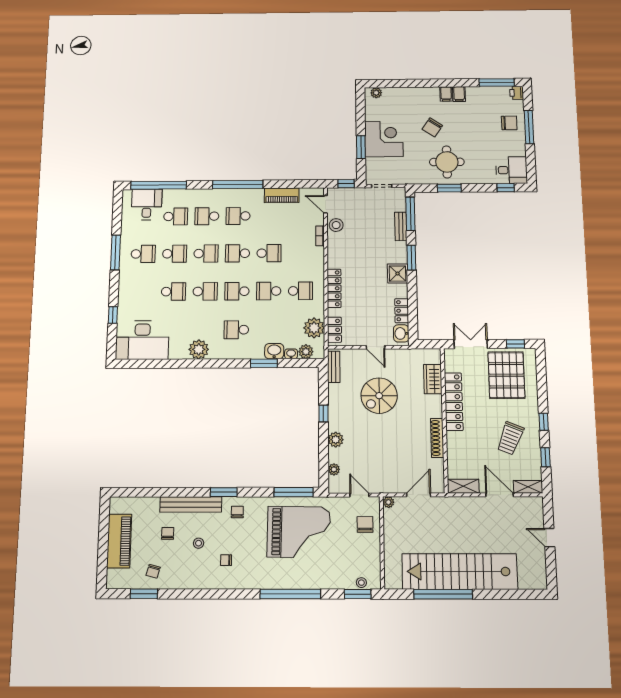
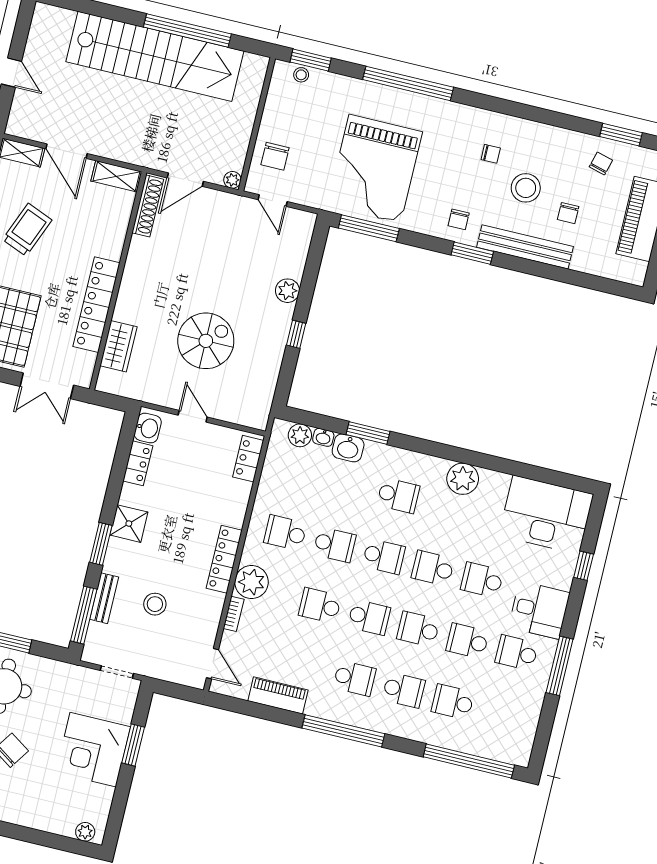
window: (346, 184) -> (172, 690), removed
desk: (147, 204) -> (539, 610), moved, turned -90
stool: (336, 225) -> (155, 604), moved
locker: (334, 288) -> (224, 559), moved
plant: (314, 328) -> (251, 582), moved
bench: (334, 367) -> (263, 402), removed
shoe rack: (437, 438) -> (148, 206), moved
plant: (334, 469) -> (301, 247), removed
grand piano: (299, 532) -> (375, 169), turned -91
stool: (199, 543) -> (526, 188), width x1.89, depth x1.89

